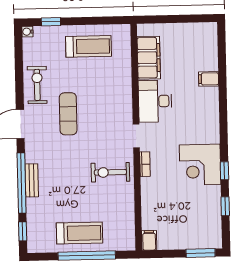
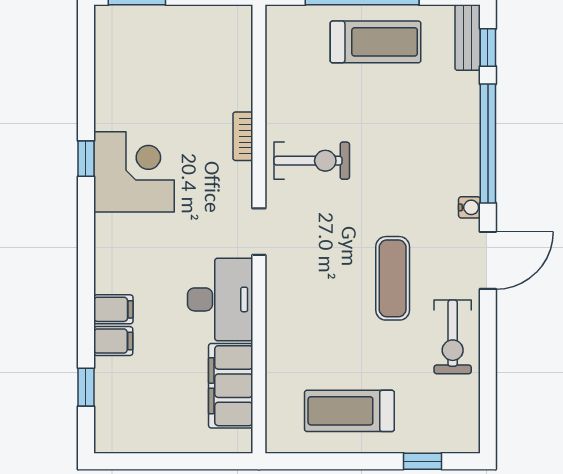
water cooler: (27, 32) -> (469, 207), moved
bookcase: (145, 164) -> (243, 136), moved
bench: (32, 180) -> (468, 38), moved
window: (225, 206) -> (86, 387), moved
treadmill: (79, 233) -> (376, 42), turned 180
filing cabinet: (149, 240) -> (113, 309), moved, turned -90

